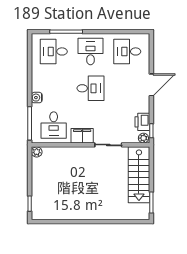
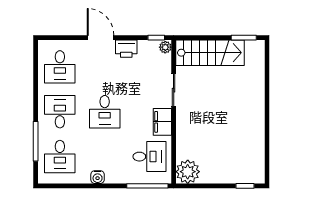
desk: (90, 51) -> (60, 112), turned 90
desk: (90, 88) -> (105, 112), turned 180
water cooler: (37, 98) -> (98, 177), moved
printer: (142, 122) -> (126, 49), moved
plant: (37, 152) -> (188, 172), width x1.87, depth x1.87

